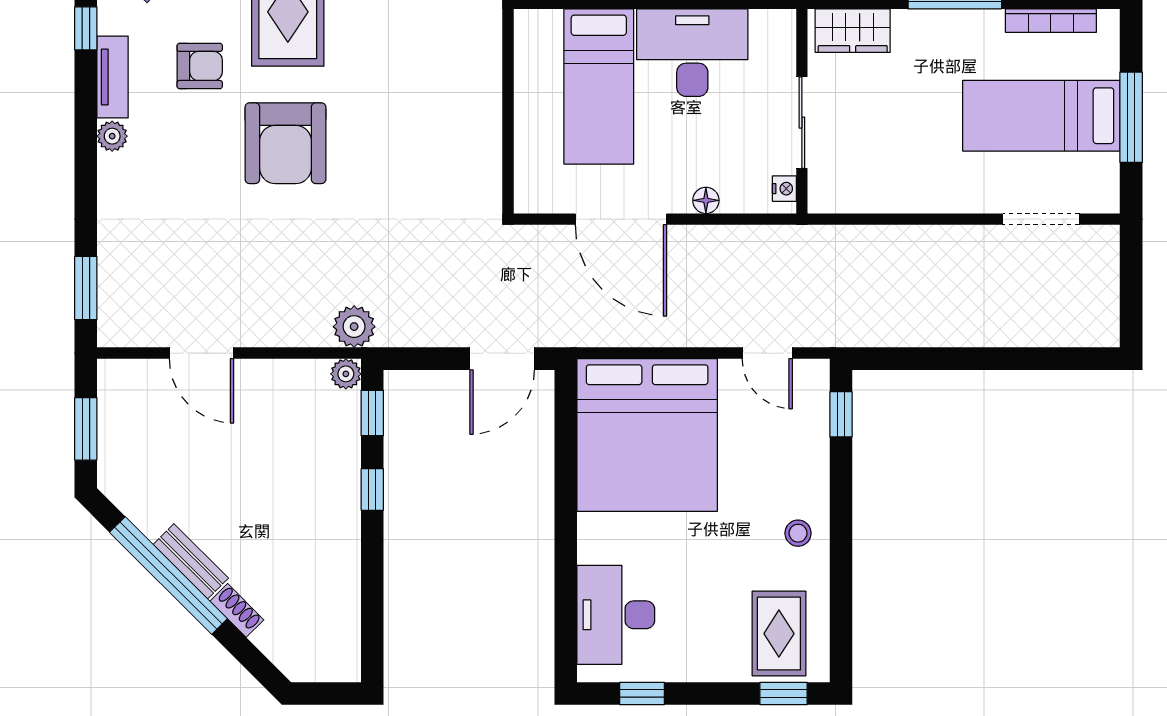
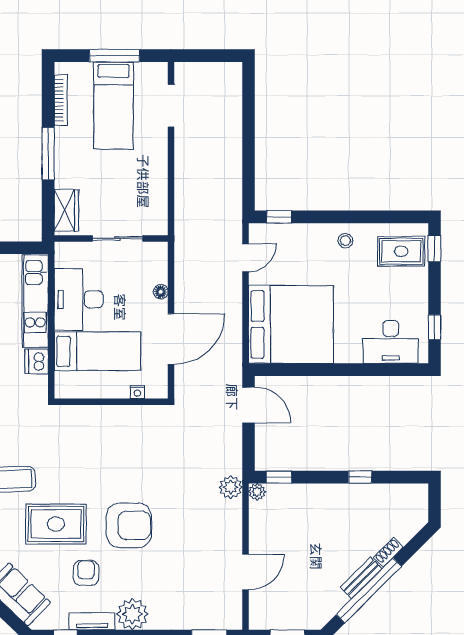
plant: (112, 136) -> (132, 614), width x1.87, depth x1.87
nightstand: (784, 189) -> (137, 392), moved, turned 180
window: (372, 489) -> (360, 477), moved

